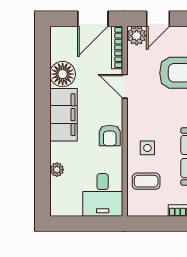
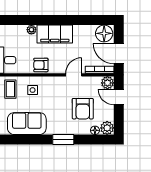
floor lamp: (63, 74) -> (104, 33), moved
plant: (57, 170) -> (31, 30), moved

